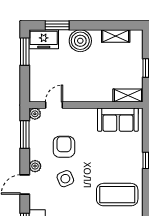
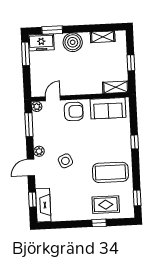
armchair: (64, 147) -> (74, 111), moved, turned 90

